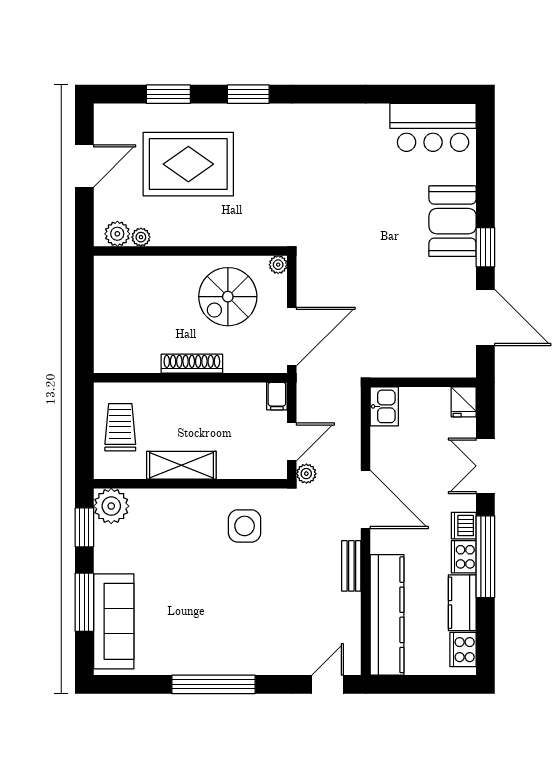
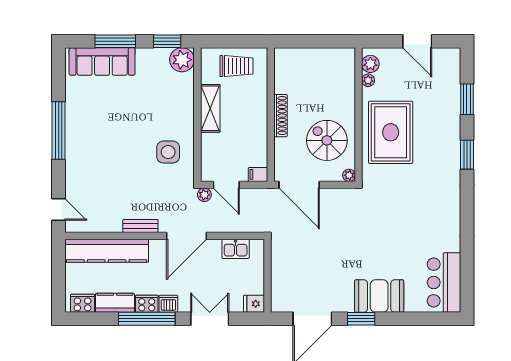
rug: (188, 164) -> (391, 132), moved
kitchen sink: (384, 406) -> (236, 249), moved

